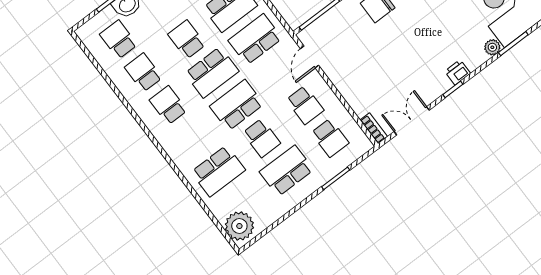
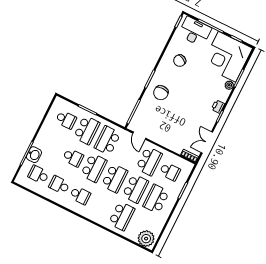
school desk: (187, 39) -> (73, 157), turned 180
school desk: (168, 105) -> (80, 195), turned 180
school desk: (237, 105) -> (115, 178), turned 180
school desk: (305, 105) -> (149, 161), width x1.85
school desk: (262, 138) -> (135, 189), width x1.85

